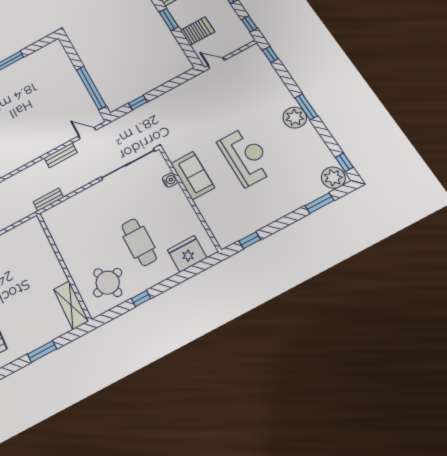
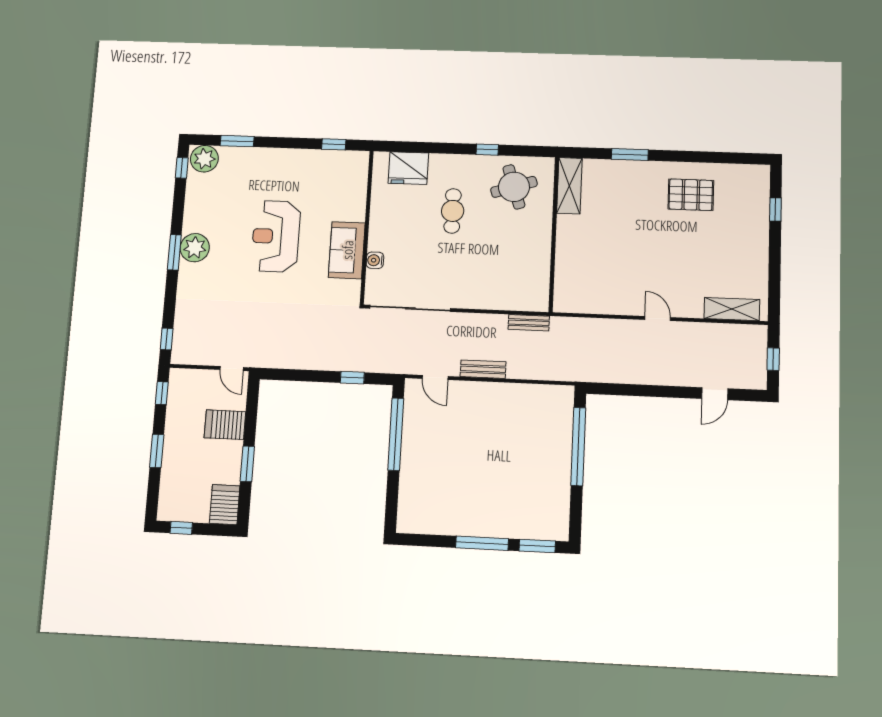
cafe table: (139, 242) -> (453, 211), width x0.73, depth x0.74

